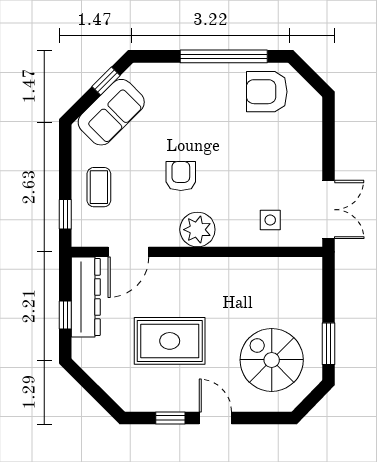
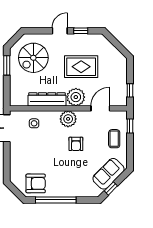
plant: (181, 276) -> (76, 97), added
dresser: (86, 297) -> (47, 99), moved, turned 90
window: (65, 315) -> (130, 90), moved
spiral stairs: (272, 360) -> (33, 58), turned 90
door: (215, 418) -> (60, 31), swing flipped

